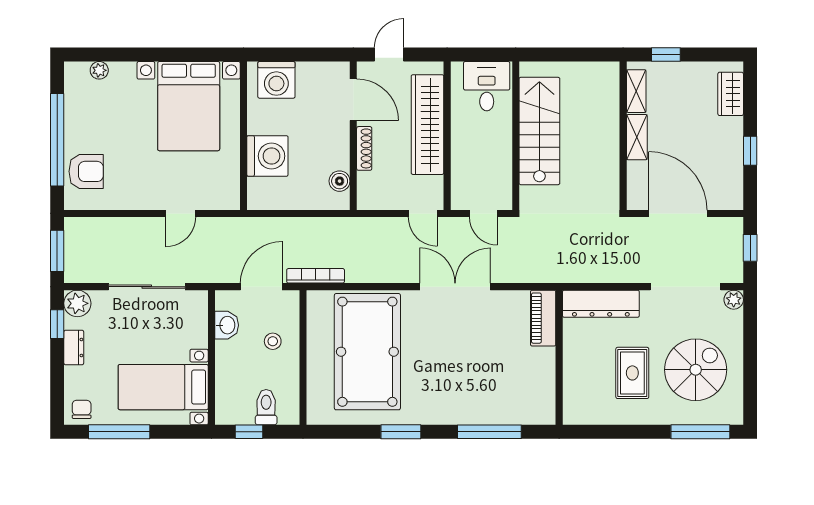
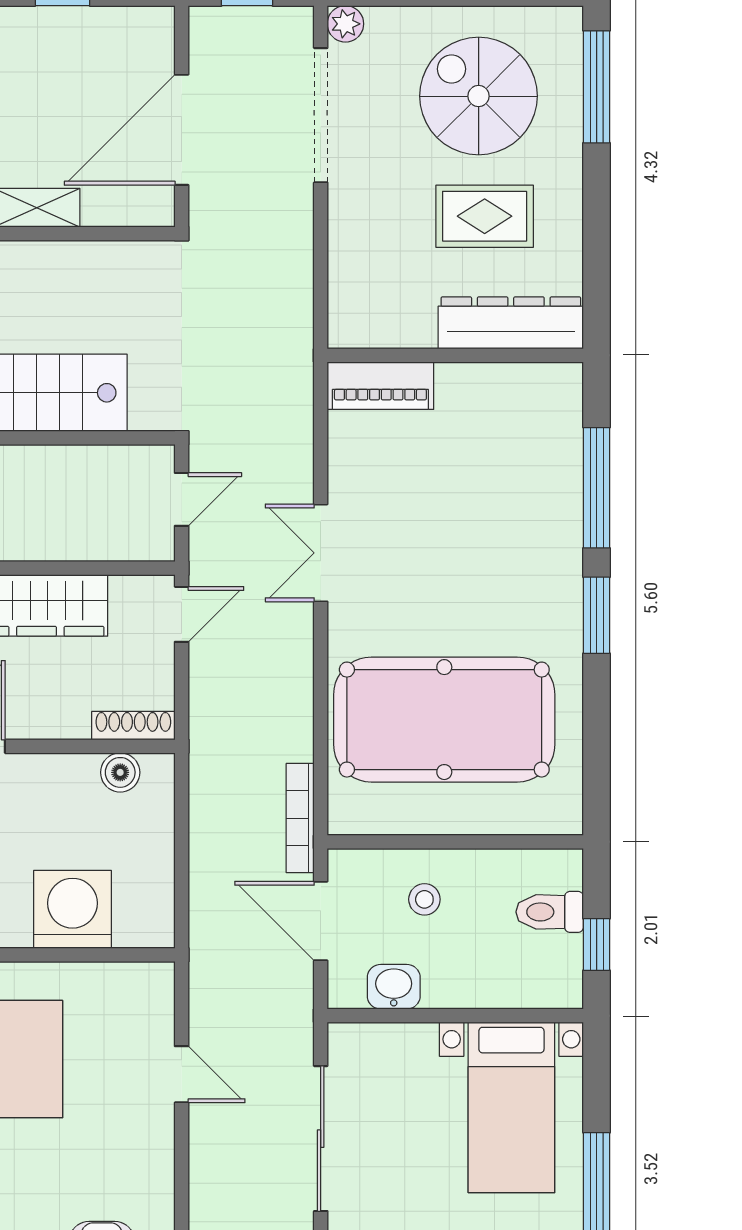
shoe rack: (364, 148) -> (133, 726), moved
double door: (455, 287) -> (321, 553), width x0.73
dresser: (601, 304) -> (511, 323), moved, turned -90
window: (401, 432) -> (597, 615), moved

